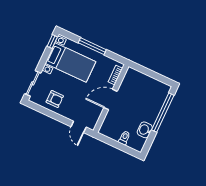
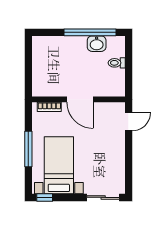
armchair: (55, 99) -> (109, 164), removed
window: (163, 113) -> (90, 32), moved

